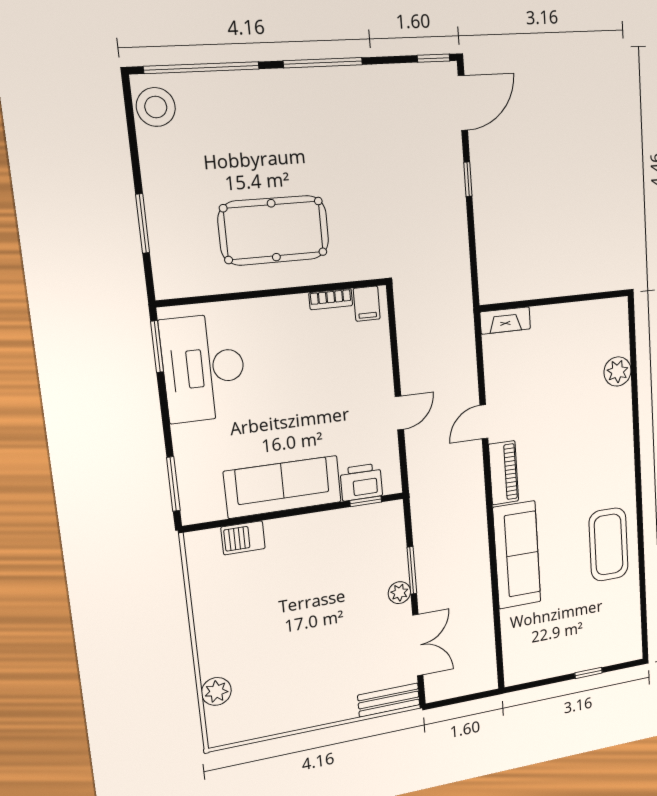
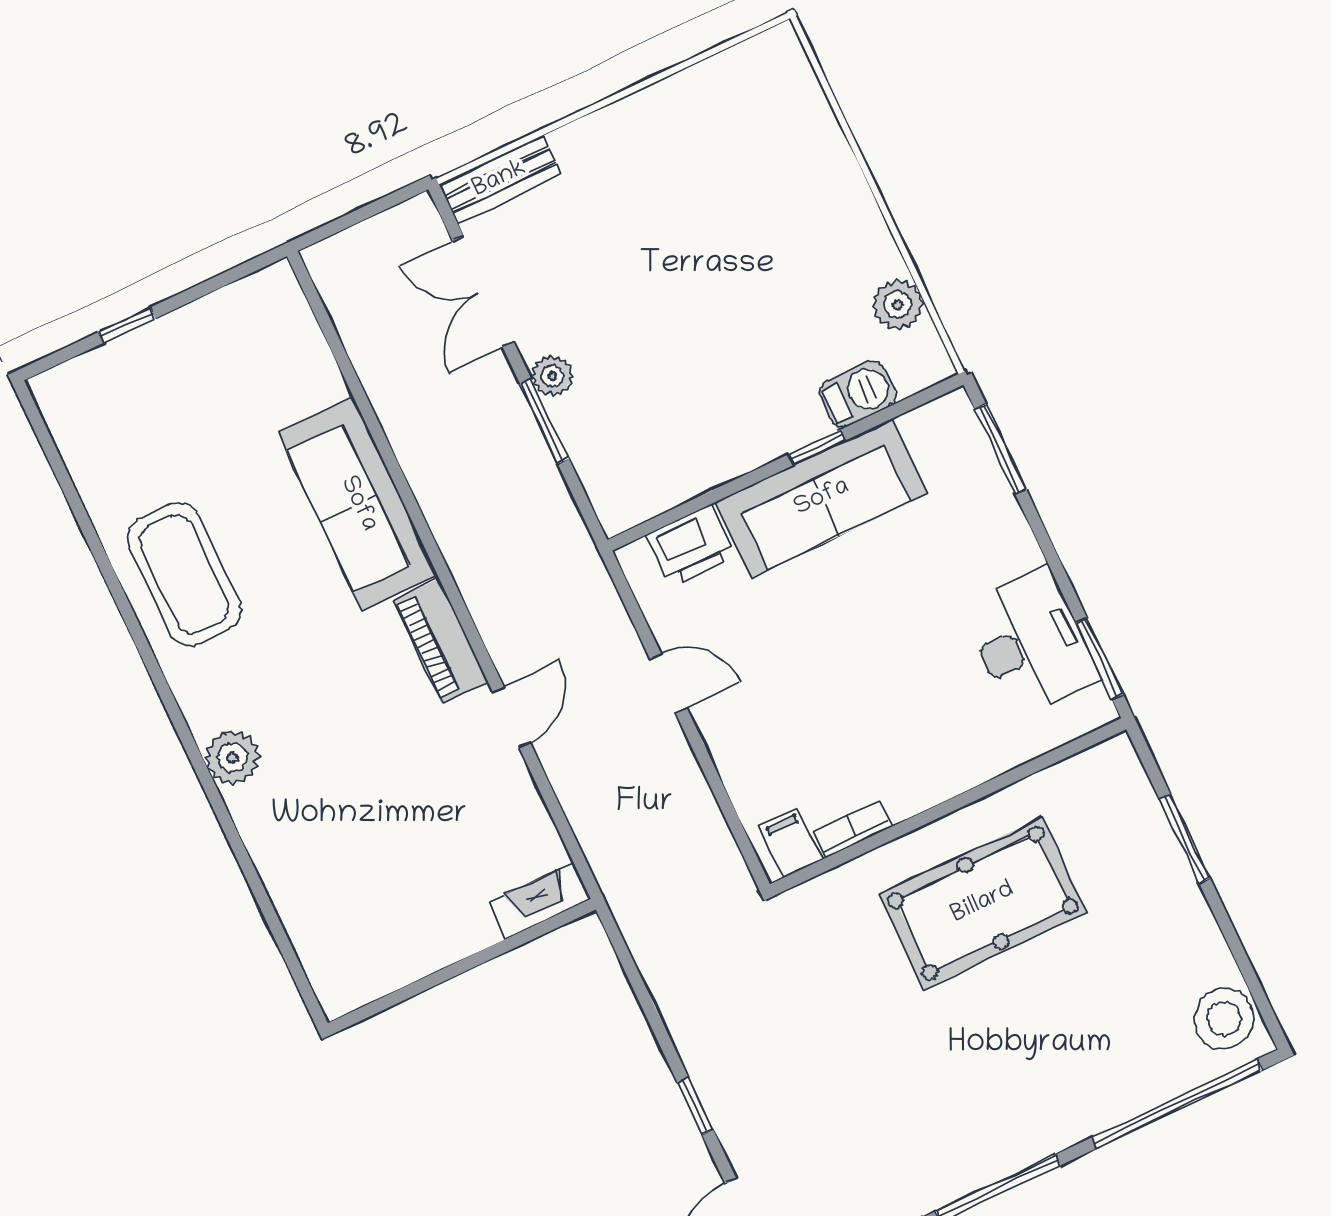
desk: (204, 368) -> (1030, 643), width x0.73, depth x0.77
plant: (618, 371) -> (233, 757), moved
door: (399, 413) -> (668, 683), swing flipped
window: (366, 501) -> (817, 447), moved
plant: (216, 691) -> (898, 305), moved

